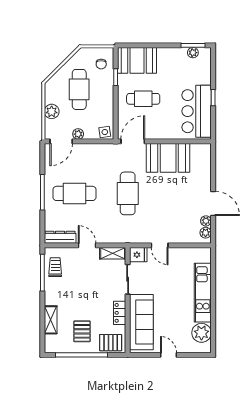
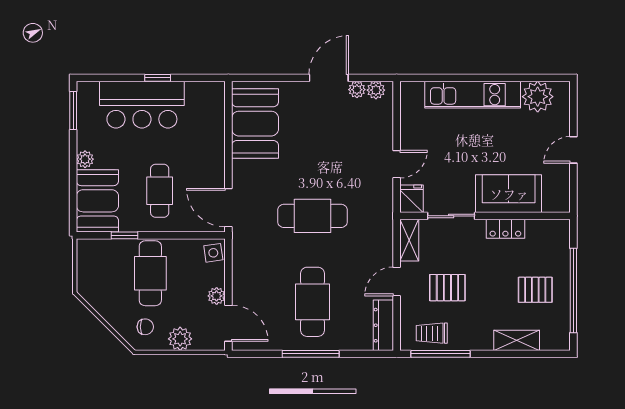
plant: (193, 53) -> (85, 159), moved
chair: (101, 64) -> (145, 327), moved
cafe table: (79, 89) -> (150, 273), moved, turned 90
bar counter: (197, 111) -> (142, 105), moved
booth: (168, 158) -> (255, 124), moved
sofa: (141, 322) -> (509, 194), width x0.73
pallet: (111, 343) -> (447, 288), moved, turned 90

